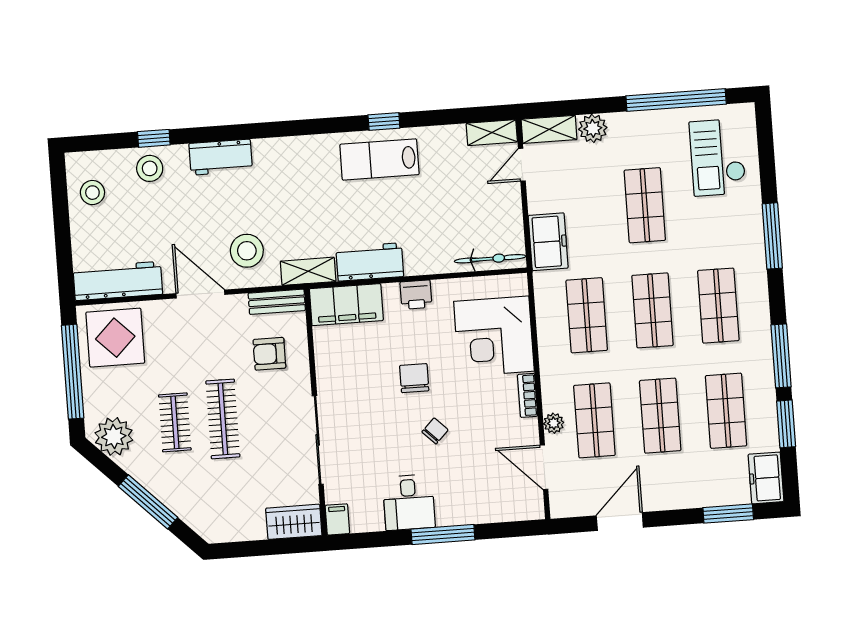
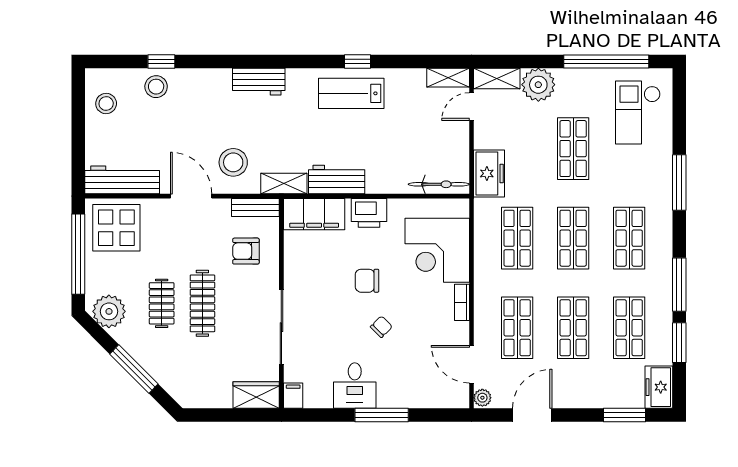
plant: (593, 128) -> (538, 85), width x1.36, depth x1.36
workbench: (221, 157) -> (259, 82), moved
printer: (416, 295) -> (369, 213), width x1.36, depth x1.24
chair: (414, 378) -> (367, 281), turned -90
plant: (554, 423) -> (482, 398), moved

